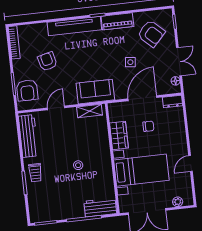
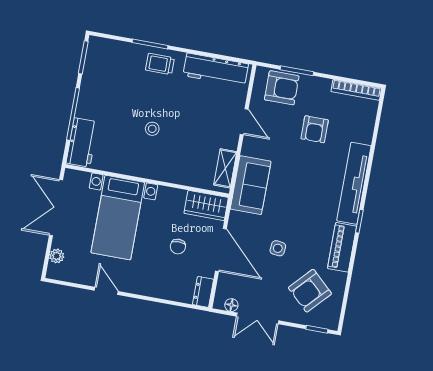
armchair: (47, 61) -> (315, 129), turned 104
armchair: (27, 90) -> (282, 88), turned 180
wardrobe: (119, 136) -> (206, 205), moved

